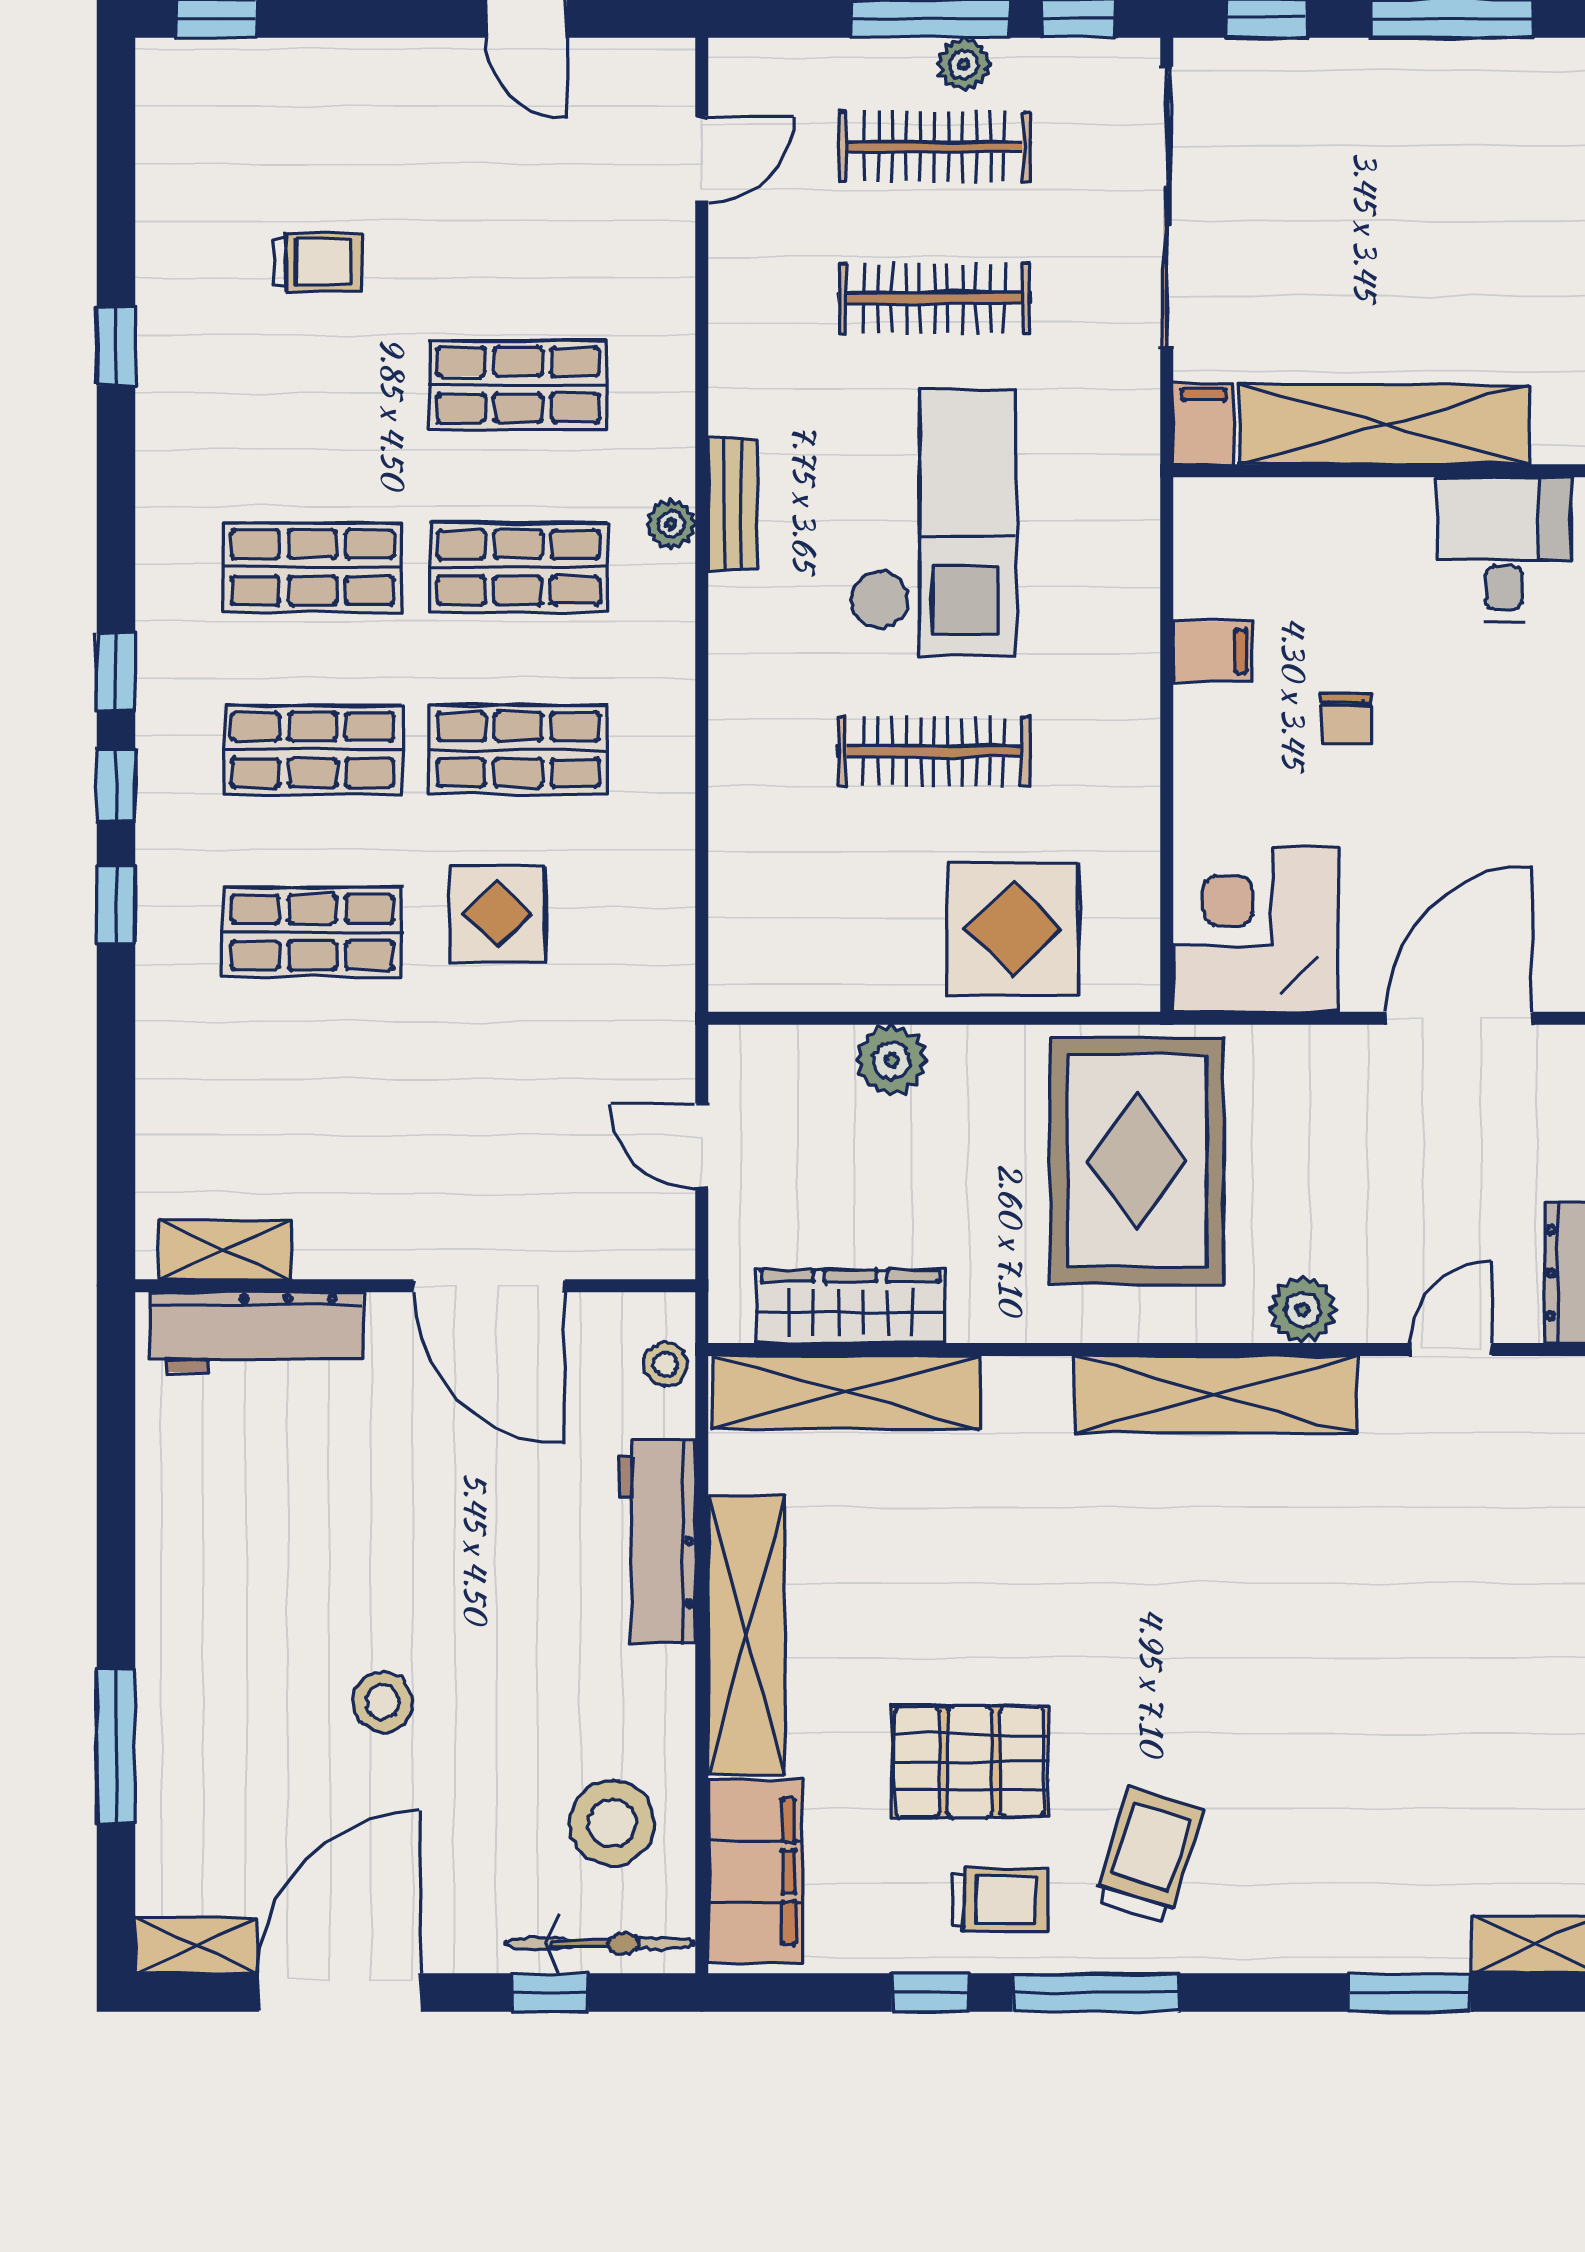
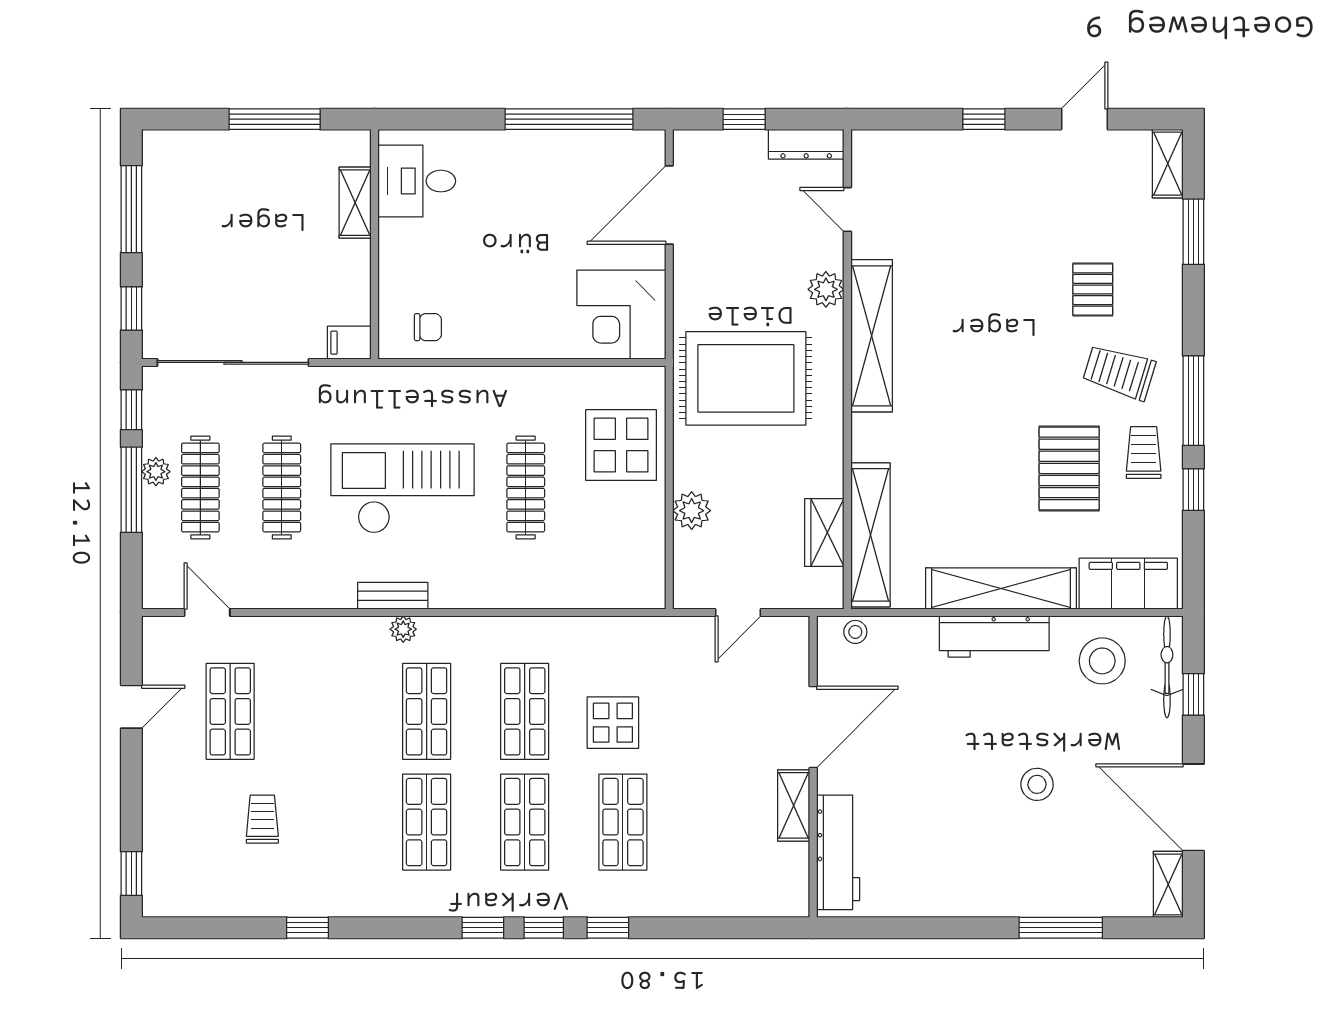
shop shelf: (518, 385) -> (230, 711), moved
shelving: (1384, 425) -> (355, 203), width x0.45, depth x0.75
filing cabinet: (1213, 651) -> (472, 338), removed
chair: (1346, 718) -> (428, 327), moved
door: (1459, 1018) -> (669, 205), hinge flipped
shelving: (224, 1250) -> (794, 805), moved
wardrobe: (850, 1307) -> (824, 533), width x0.67
workbench: (657, 1542) -> (994, 637), moved
pallet: (1302, 1806) -> (1093, 290), added

